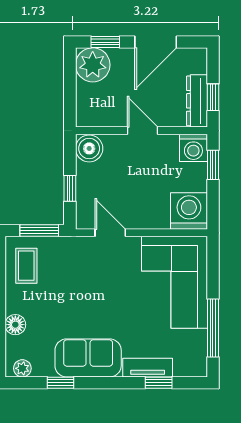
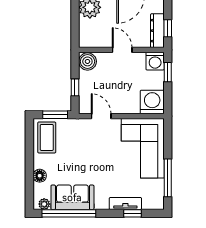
coffee table: (26, 266) -> (47, 137), width x1.36, depth x1.30
sofa: (88, 358) -> (72, 197), moved
window: (60, 383) -> (69, 213), width x3.17

